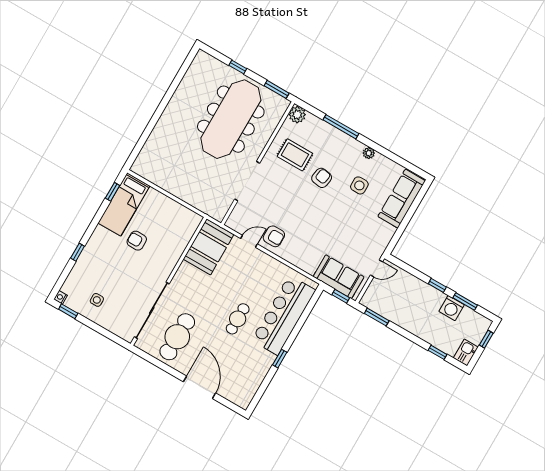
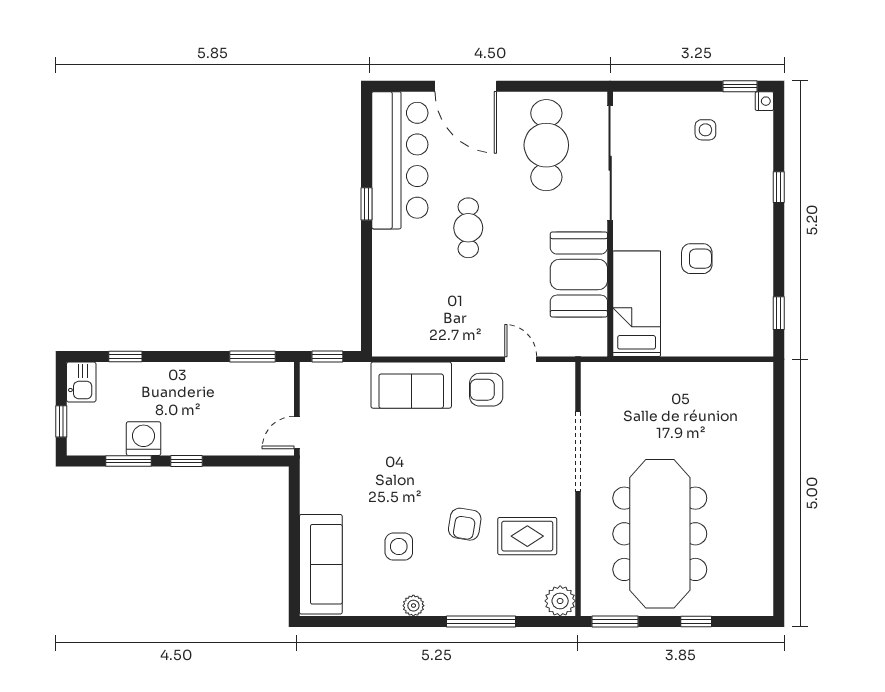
bed: (124, 204) -> (637, 304), moved
door: (249, 241) -> (521, 359), swing flipped
booth: (209, 247) -> (579, 275), moved
sofa: (339, 277) -> (411, 385), moved
bar counter: (283, 315) -> (400, 160), moved

